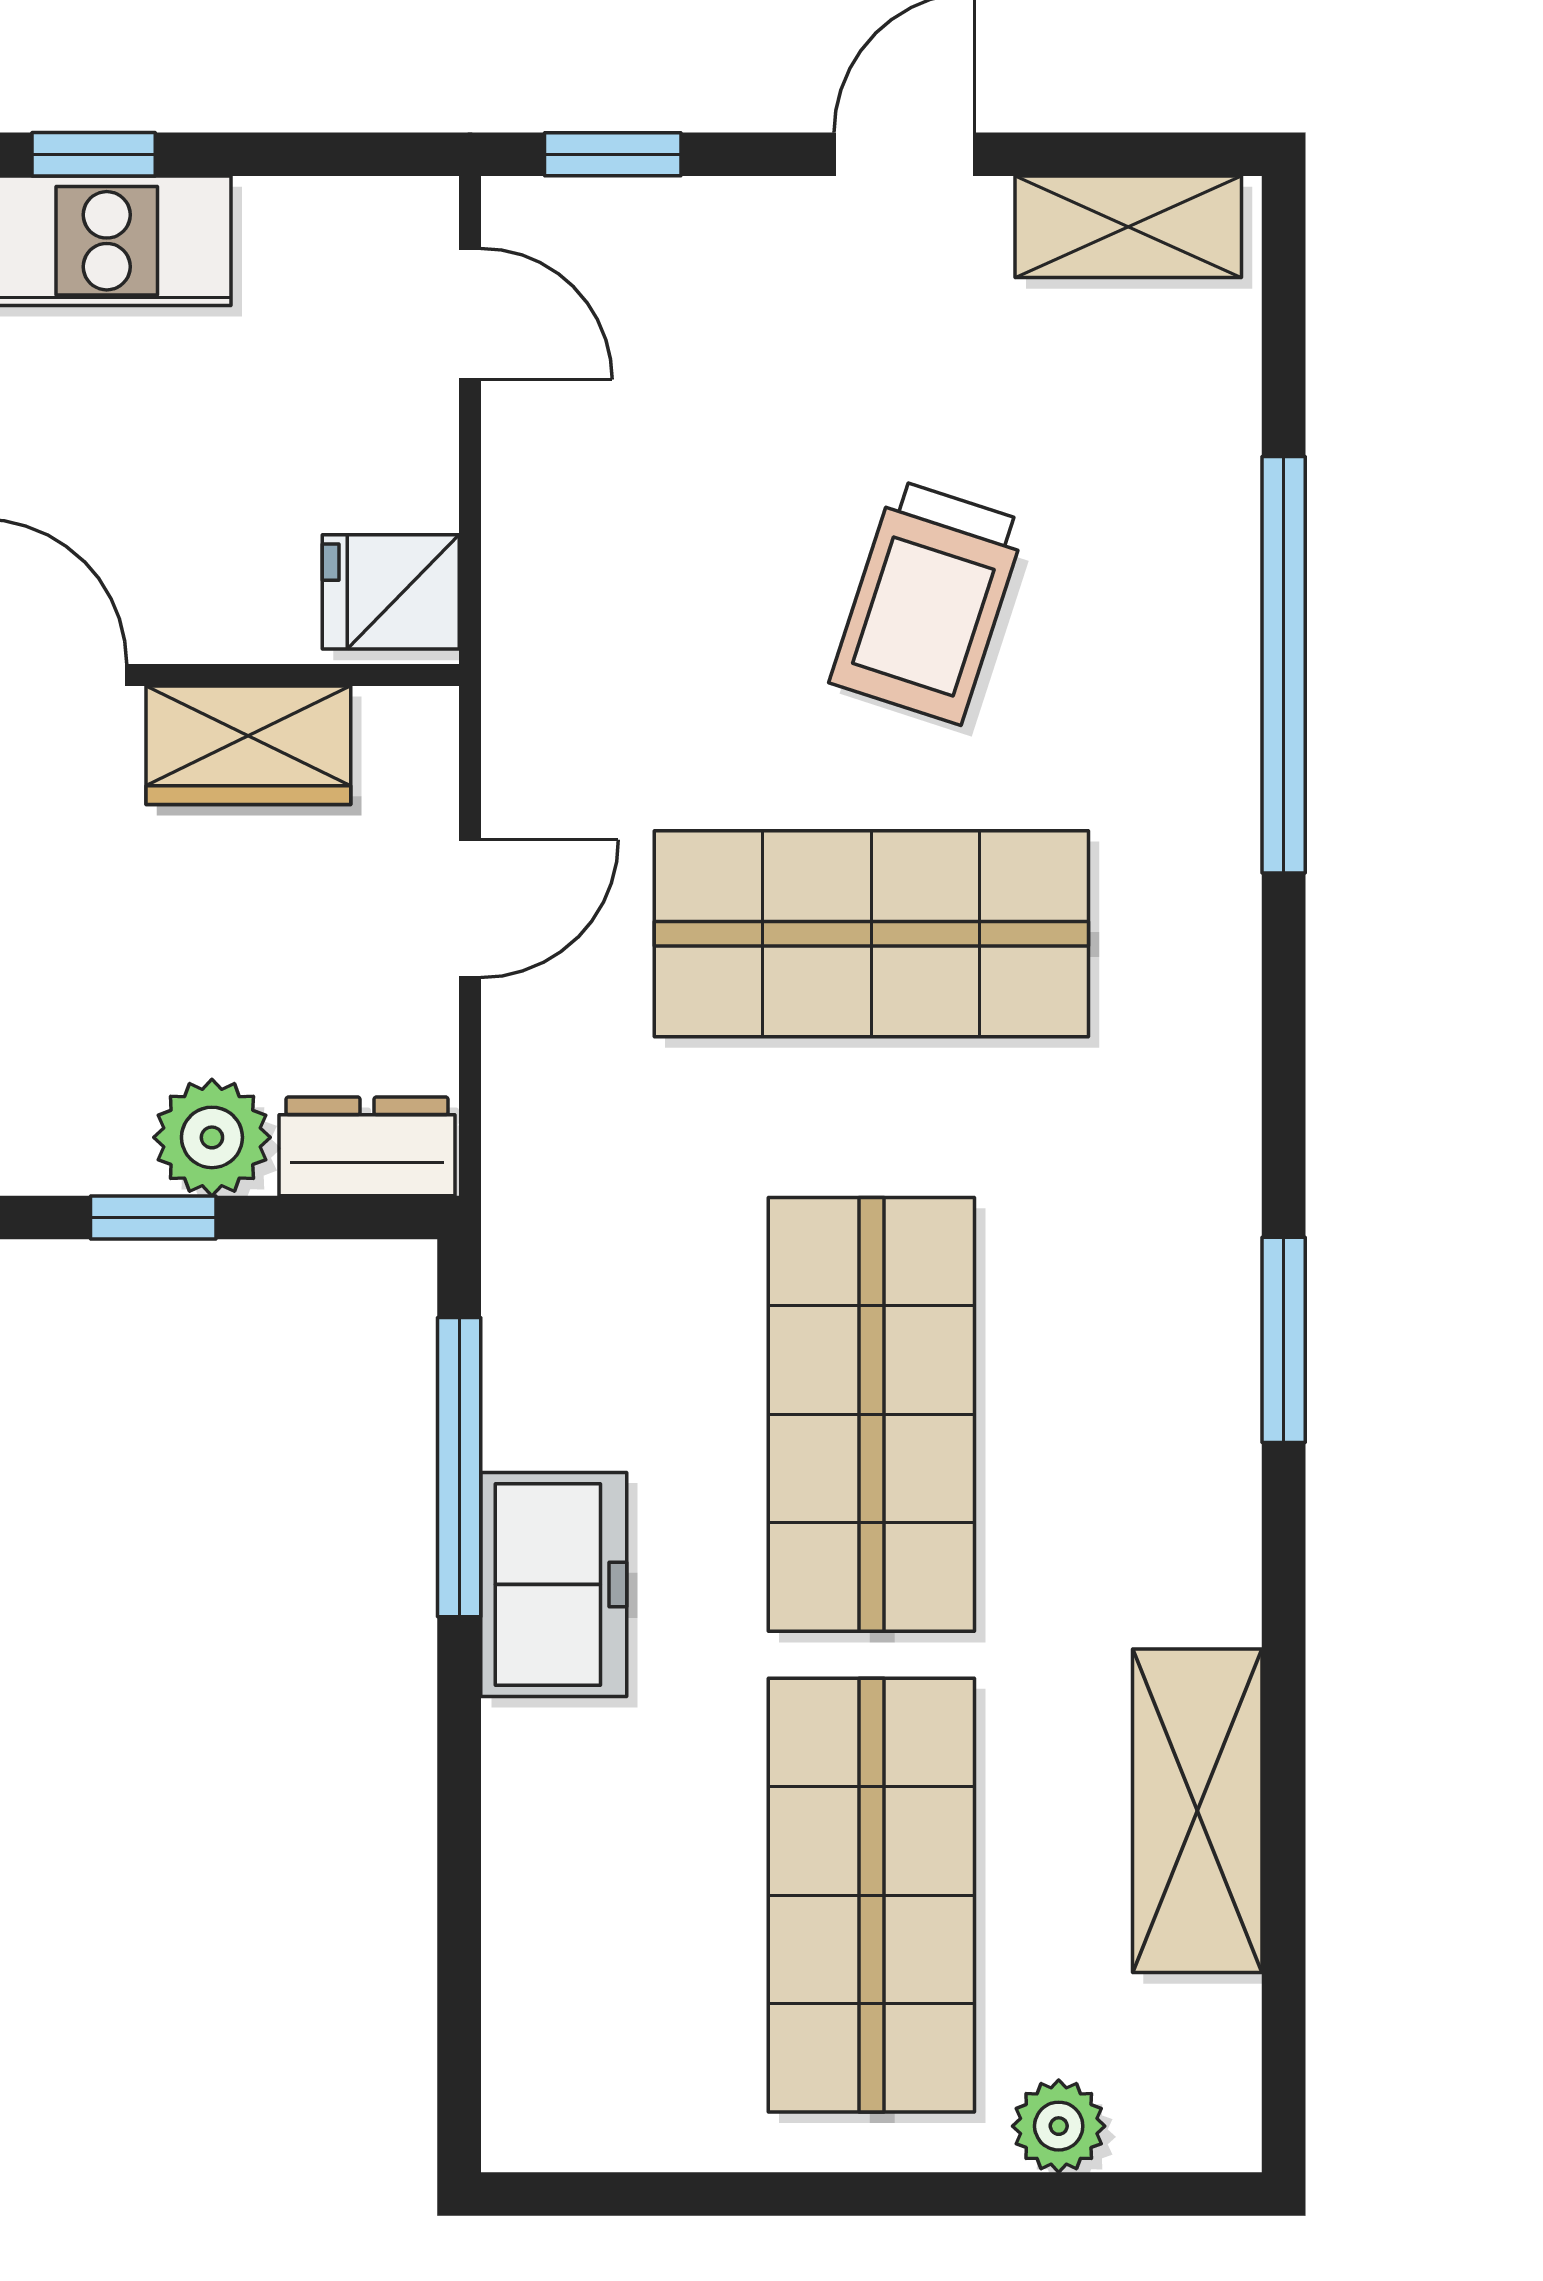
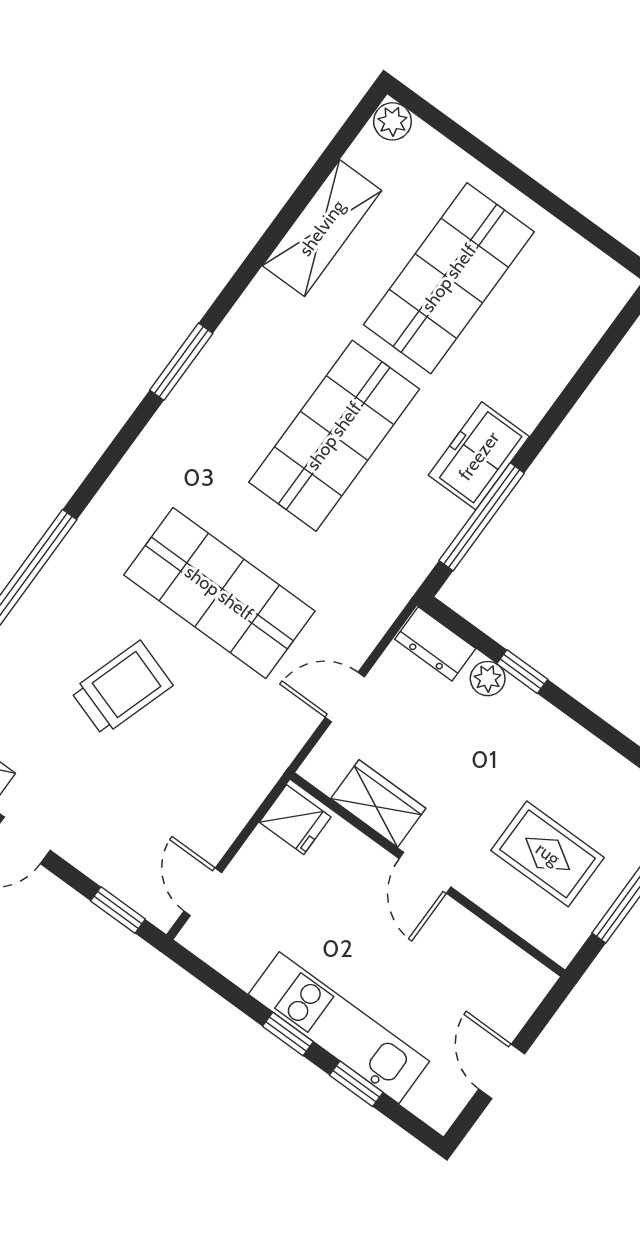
plant: (212, 1137) -> (488, 679), width x0.73, depth x0.73
plant: (1059, 2126) -> (392, 121), moved

